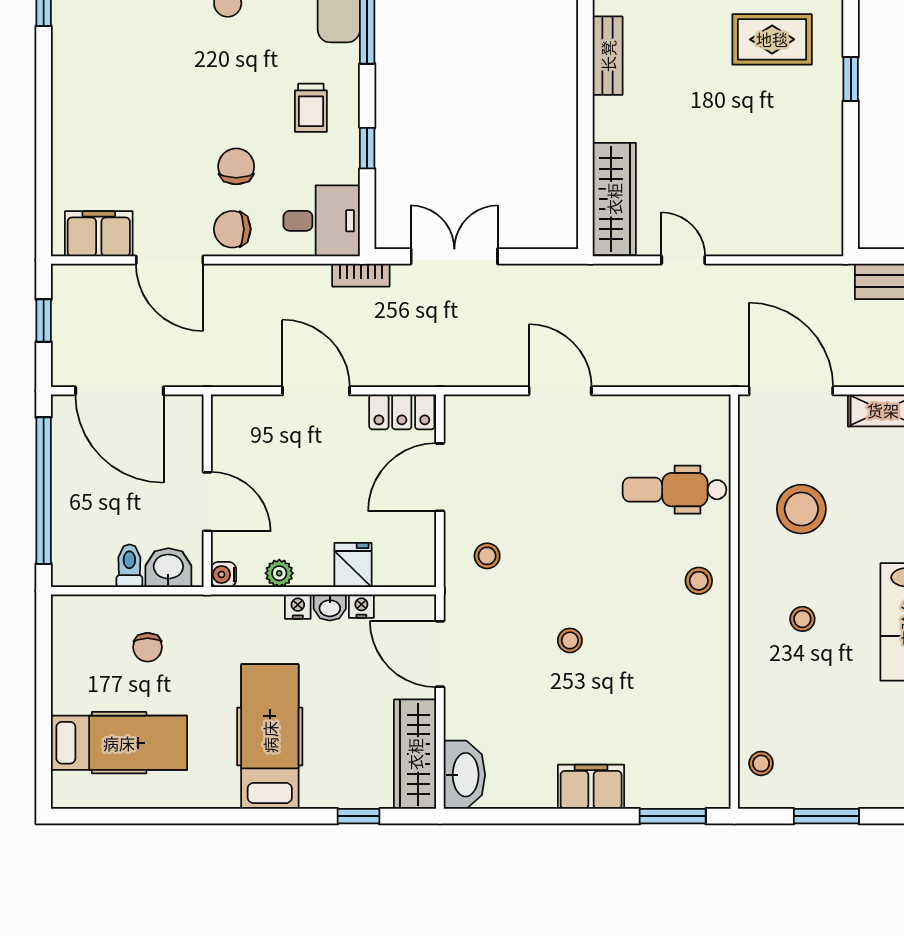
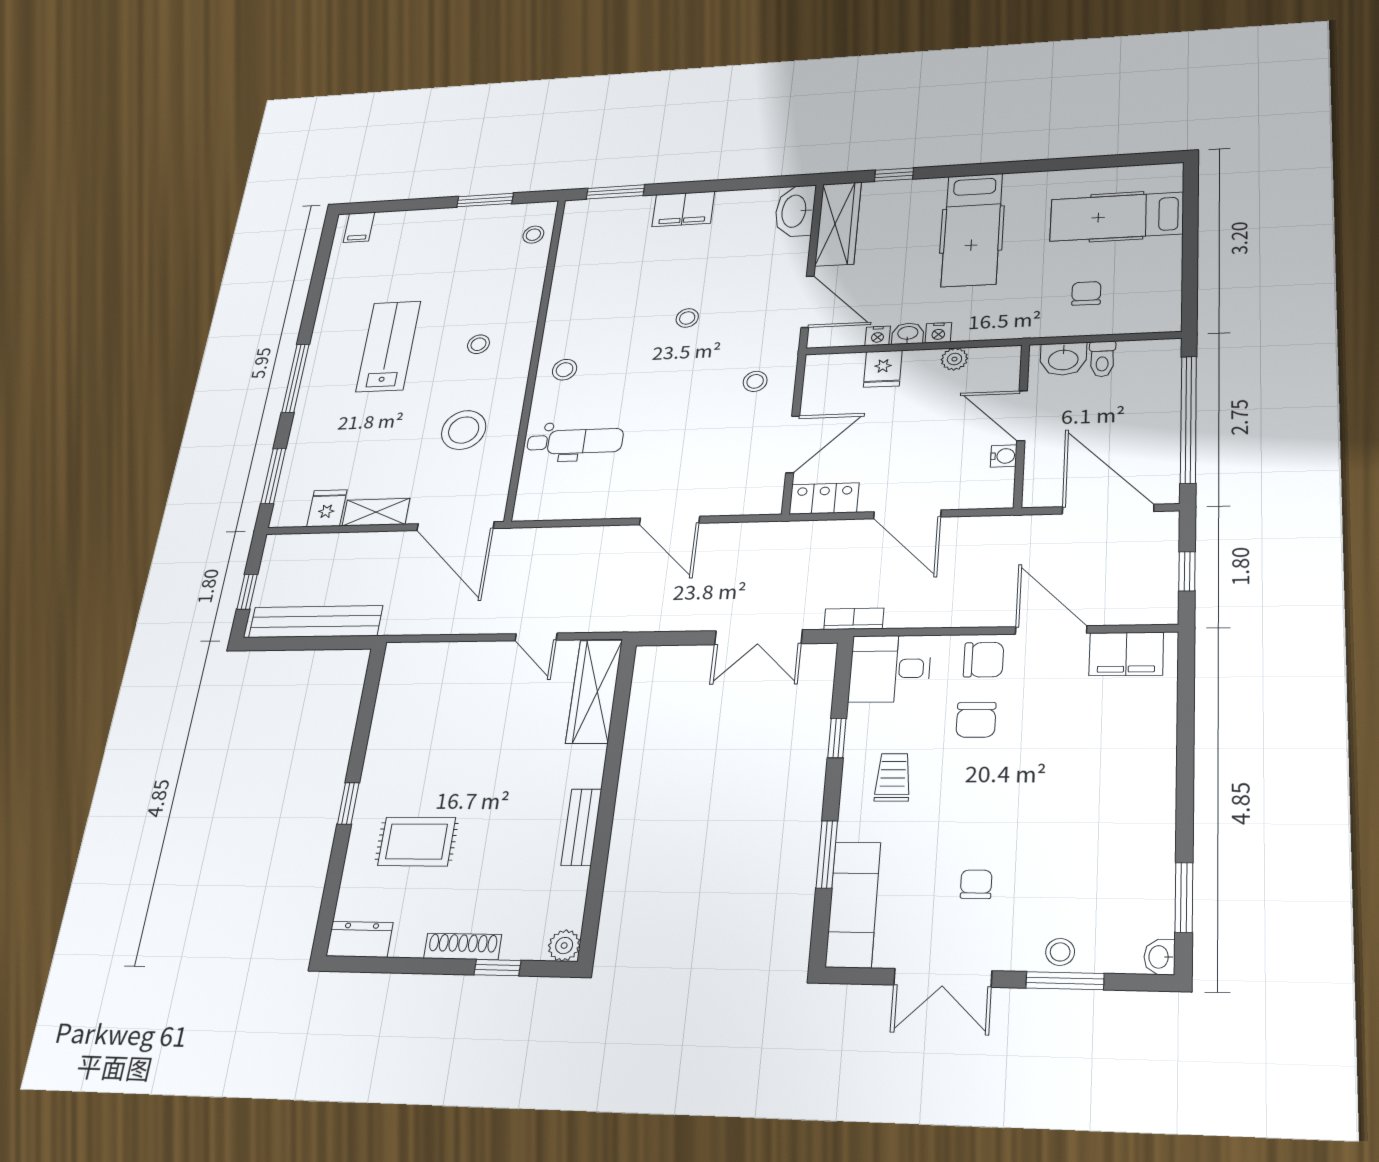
water cooler: (223, 575) -> (1004, 456), moved

